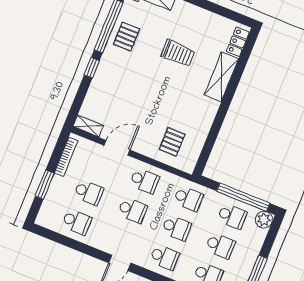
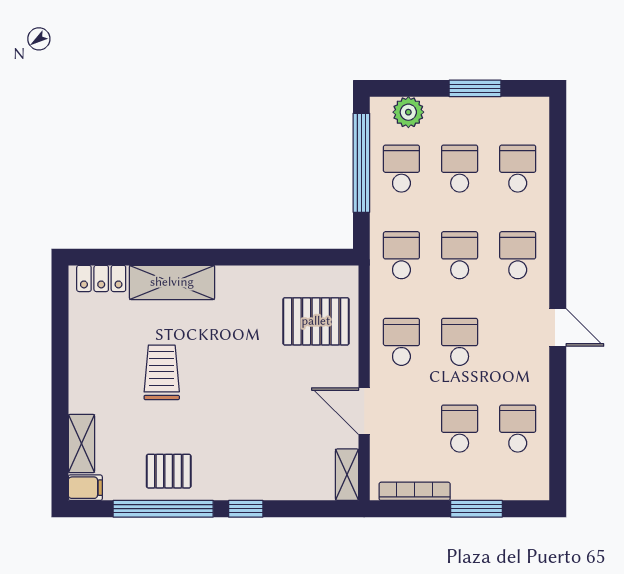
pallet: (172, 142) -> (316, 321), width x1.50, depth x1.42
plant: (264, 220) -> (408, 112), moved

